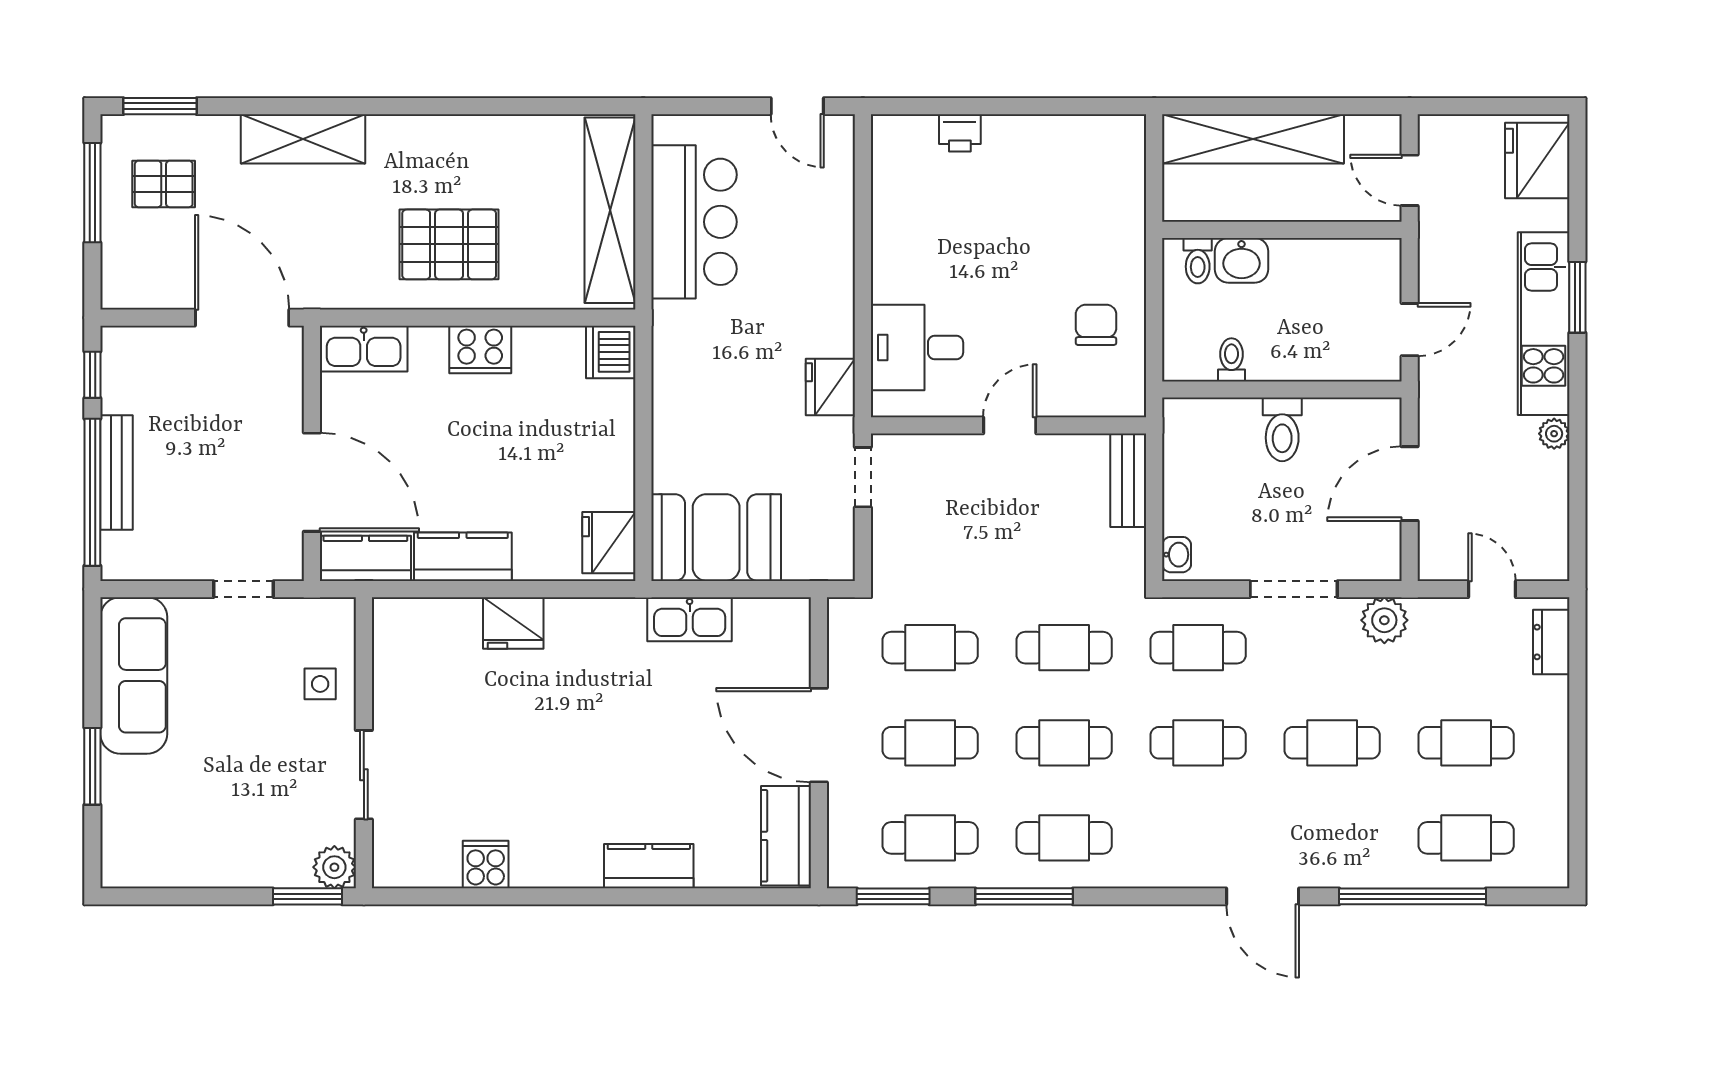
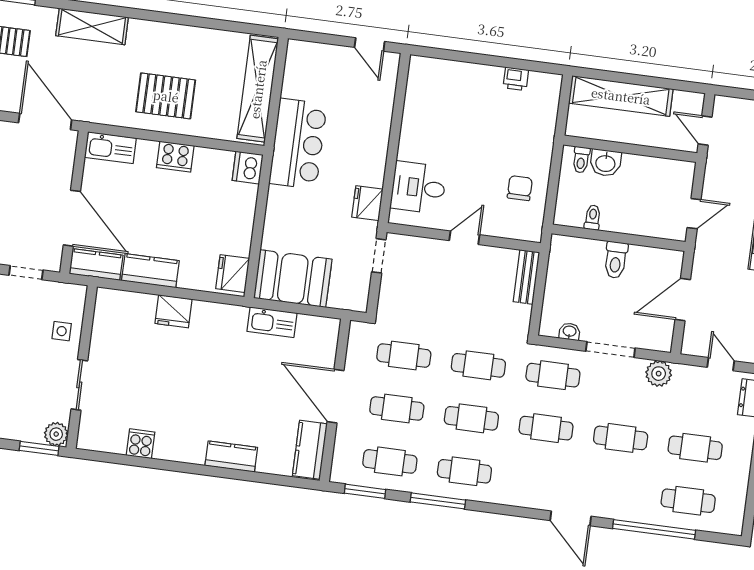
printer: (960, 133) -> (516, 79), moved
bar counter: (694, 222) -> (298, 144), moved
washbasin: (1177, 555) -> (570, 332), moved, turned -90

